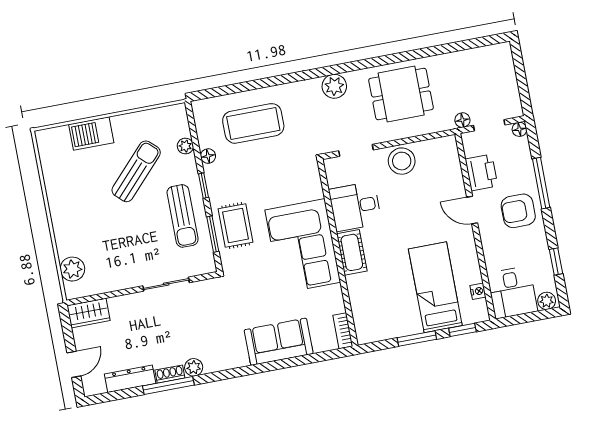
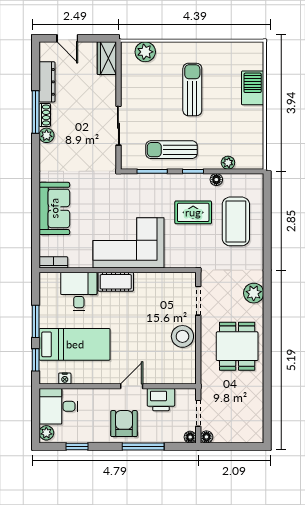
floor lamp: (462, 120) -> (206, 437), moved
sun lounger: (136, 171) -> (192, 90), moved, turned -133
desk: (355, 206) -> (79, 292), moved
rug: (235, 225) -> (193, 212), moved

